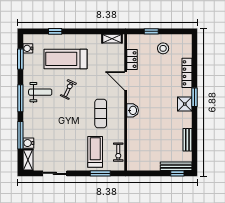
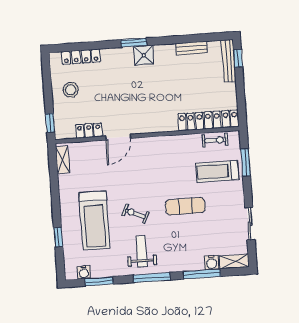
window: (151, 31) -> (50, 123), moved
locker: (187, 73) -> (81, 57), moved
washbasin: (133, 110) -> (157, 125), removed
exercise mat: (101, 114) -> (185, 206), moved
locker: (133, 148) -> (208, 120), added

